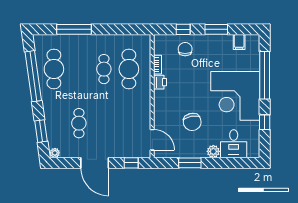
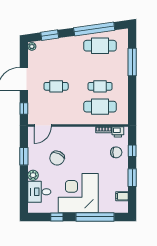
printer: (160, 82) -> (118, 132), moved
chair: (192, 122) -> (57, 158), turned -53
cafe table: (79, 123) -> (56, 86), moved

